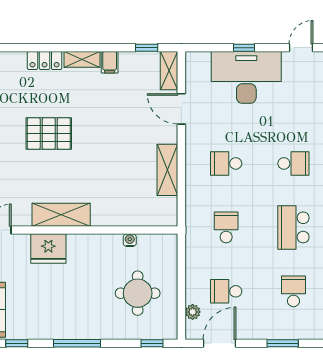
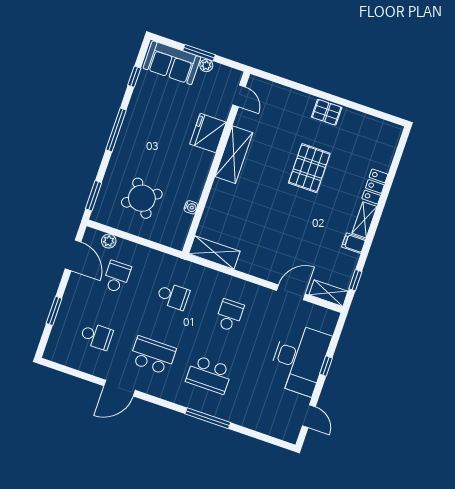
school desk: (293, 163) -> (209, 375), width x1.85
shelving: (167, 170) -> (214, 252), moved
round table: (138, 293) -> (142, 198), turned -34
window: (152, 343) -> (93, 196), width x1.50

